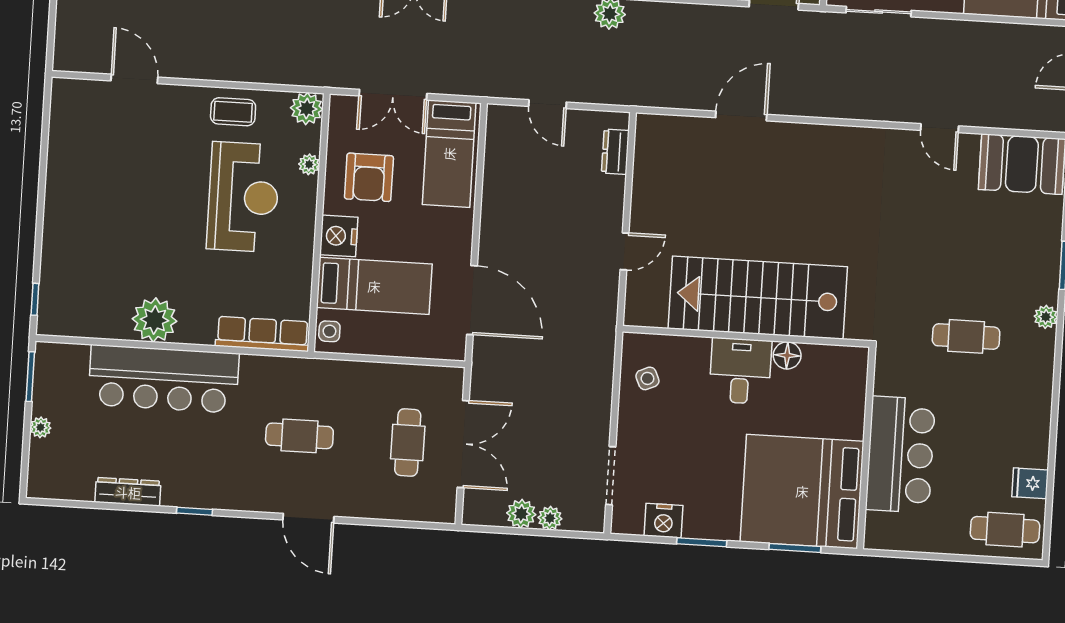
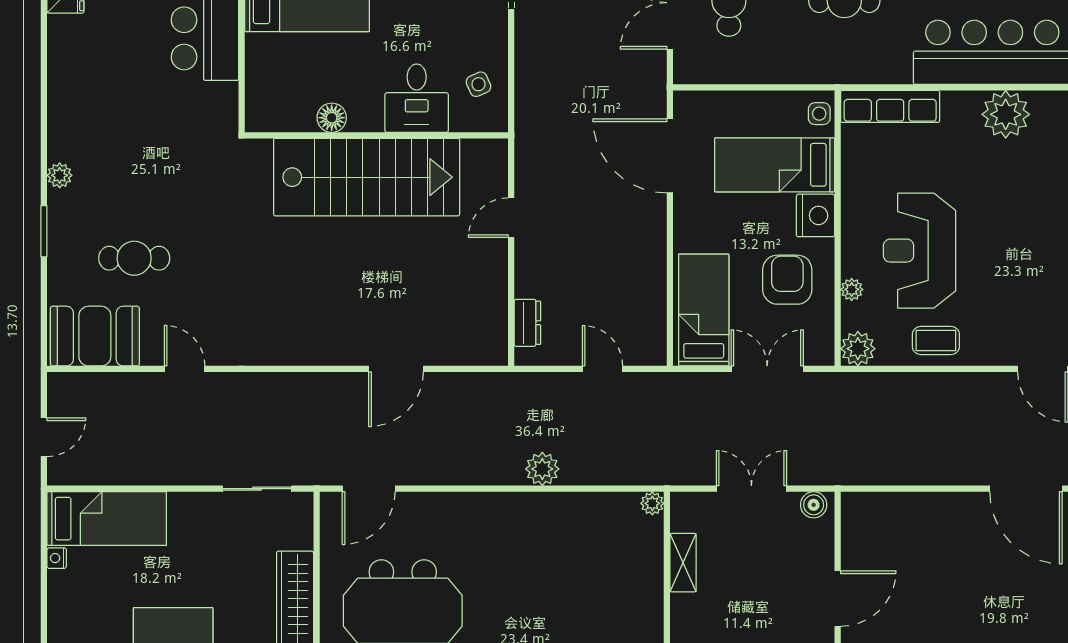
cafe table: (966, 336) -> (134, 258), moved
desk: (740, 371) -> (417, 98), moved

